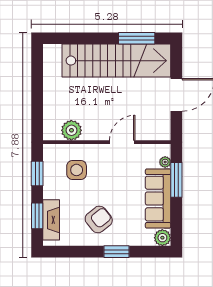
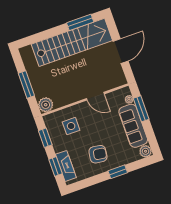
window: (37, 95) -> (26, 85), added
plant: (71, 130) -> (46, 105), moved
door: (122, 142) -> (95, 96), swing flipped
armchair: (99, 219) -> (98, 154), turned 47

